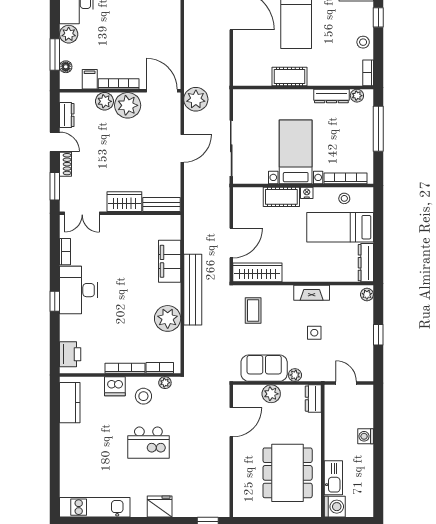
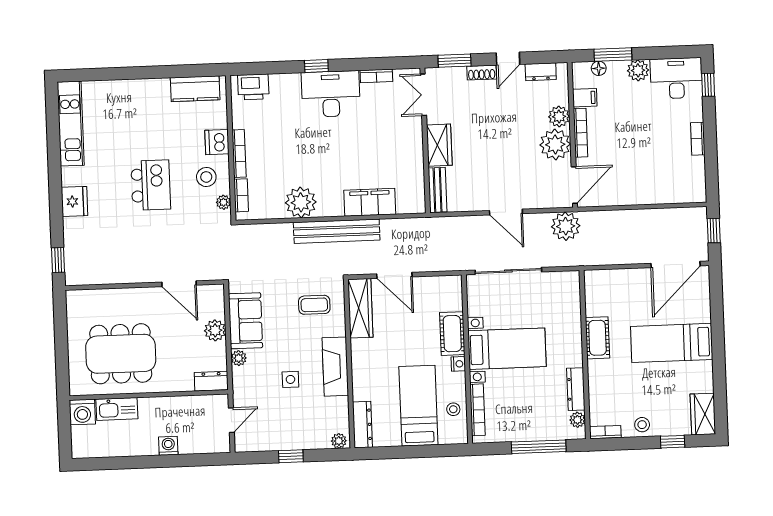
dresser: (366, 263) -> (362, 425), moved, turned 90
fireplace: (312, 293) -> (335, 367), width x1.37, depth x1.32
kitchen island: (148, 443) -> (151, 185), turned 180

